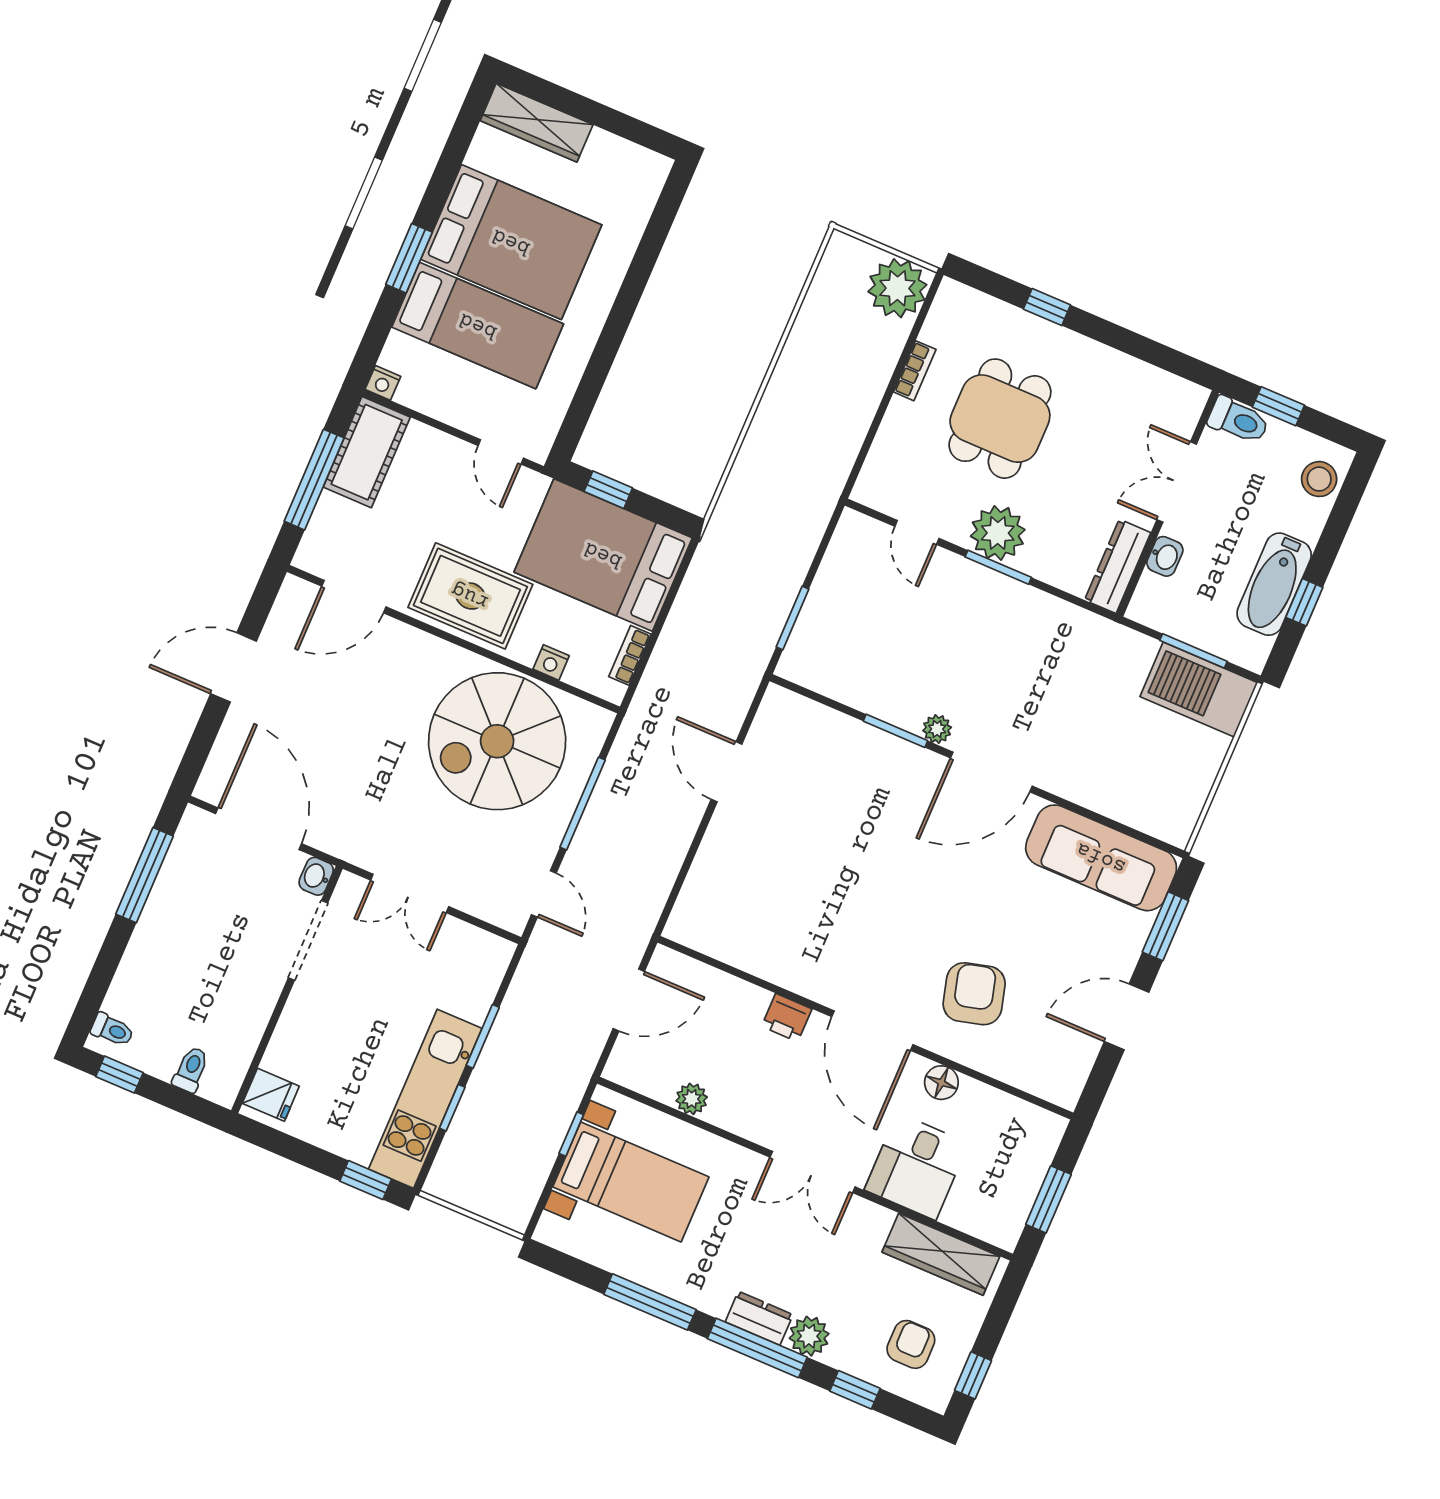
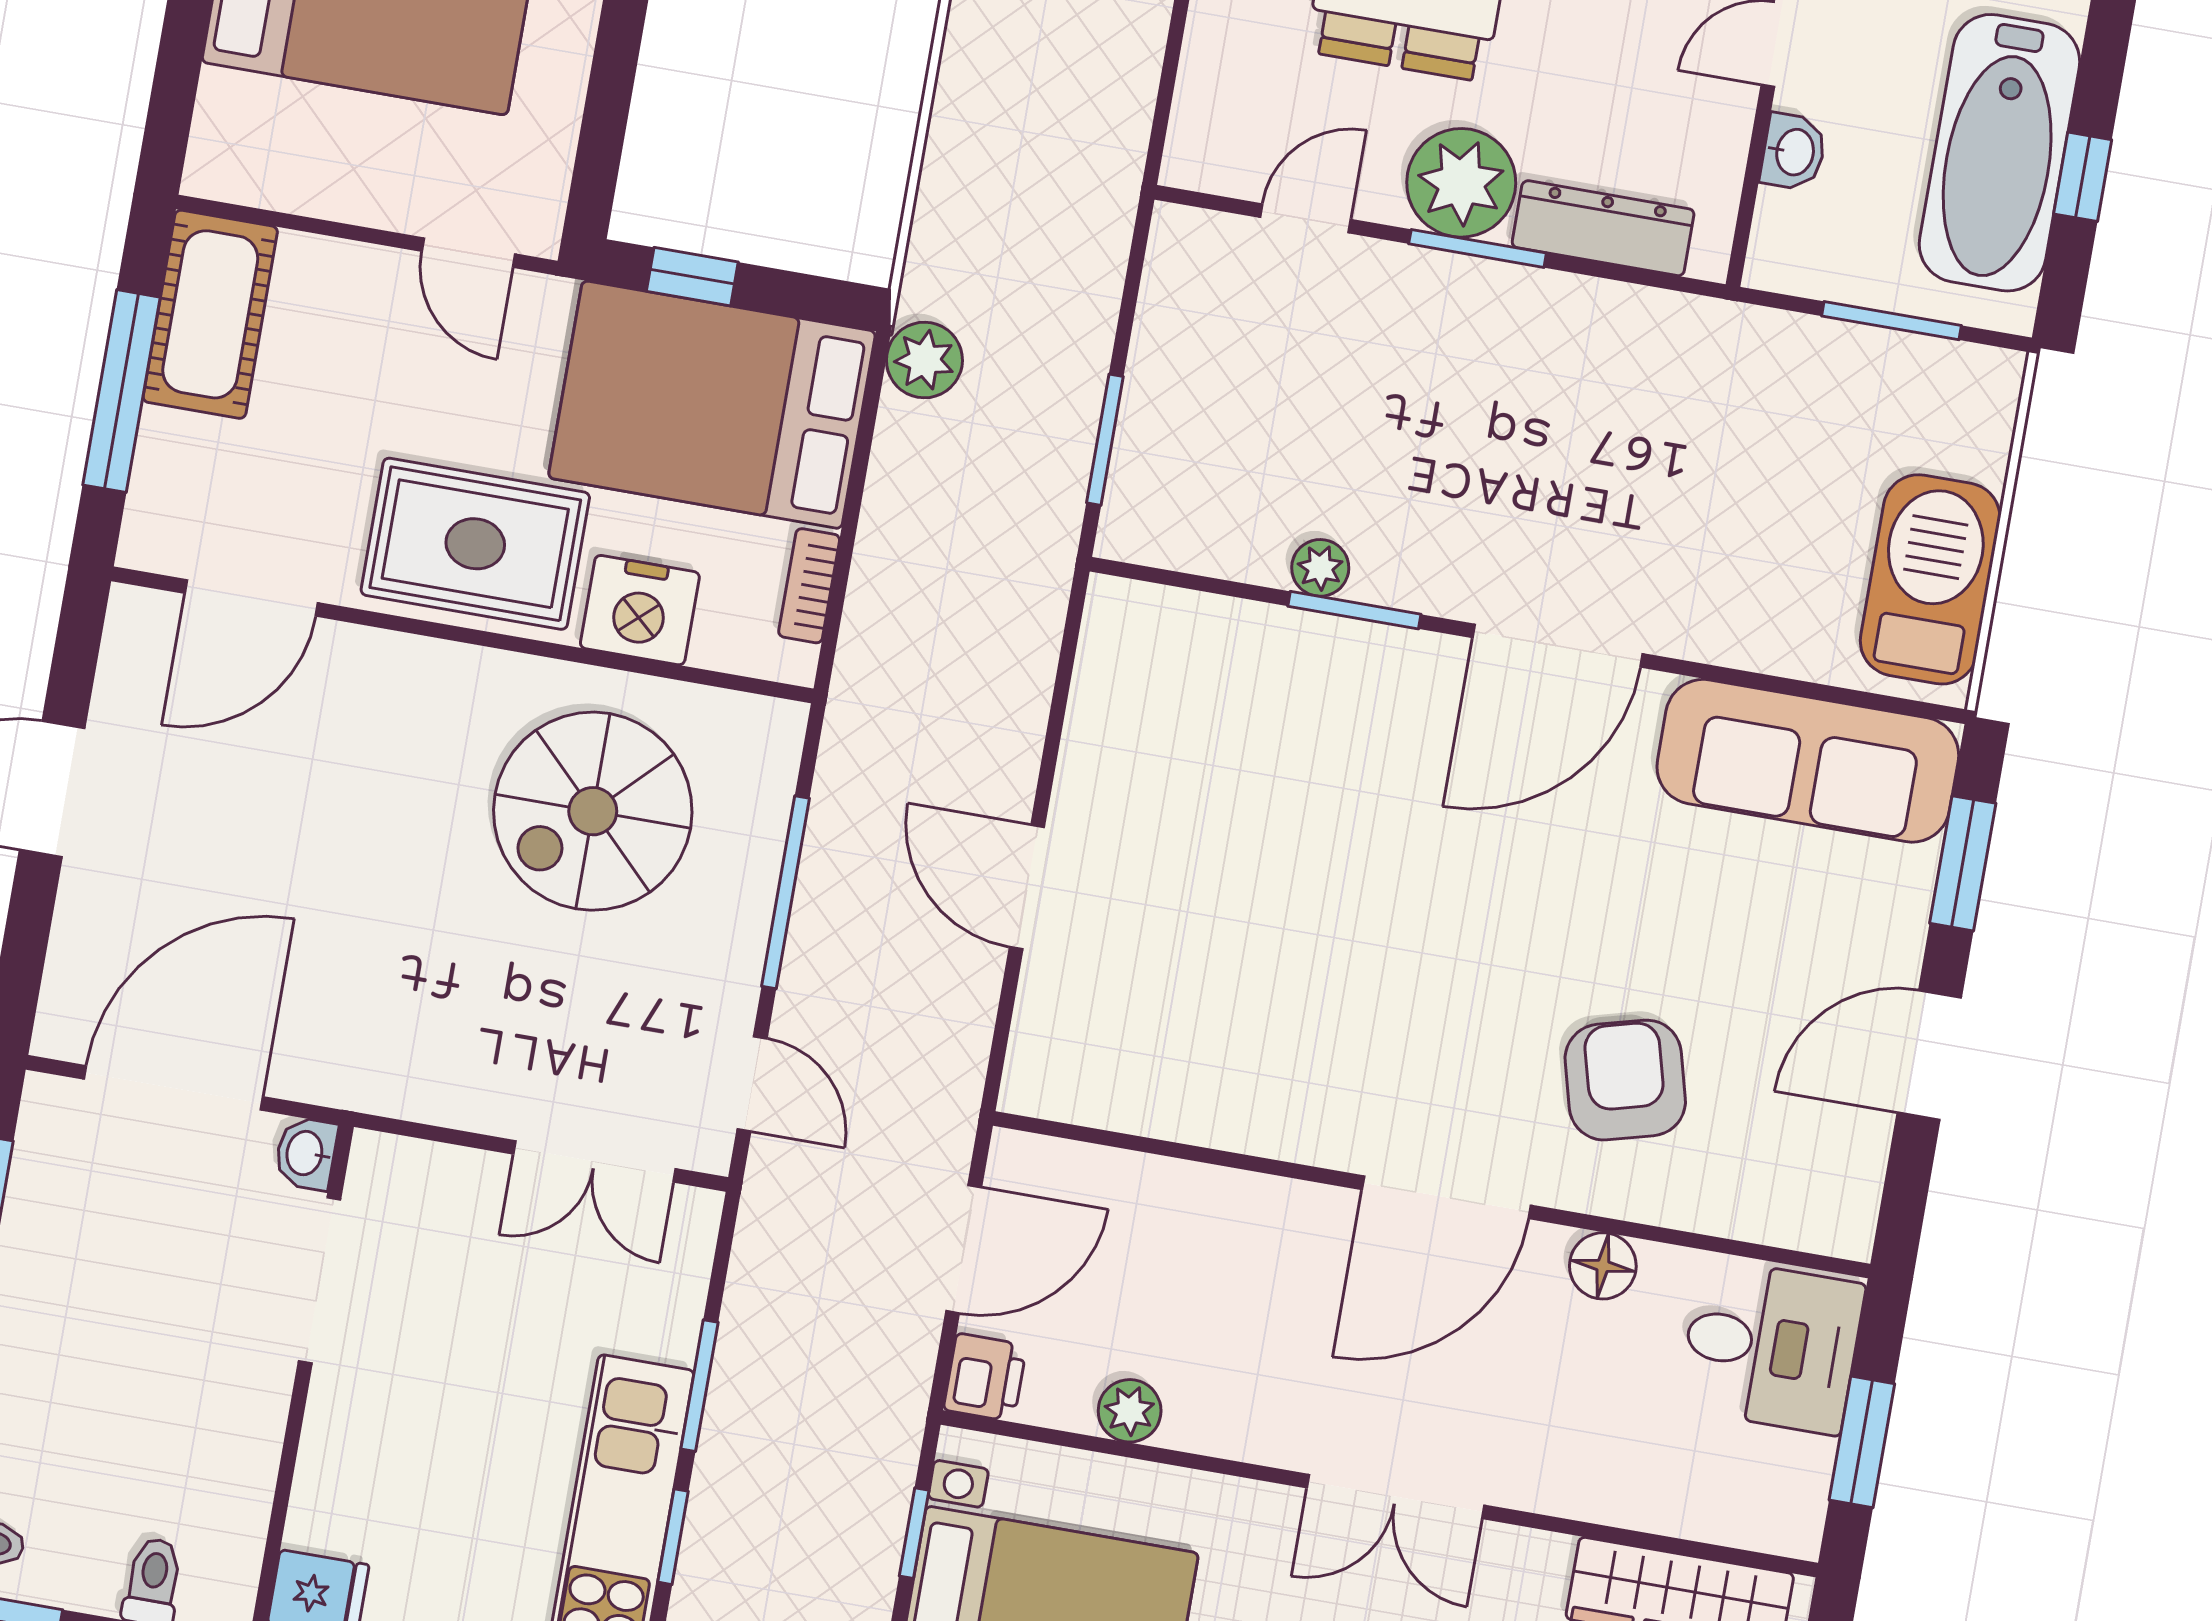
nightstand: (383, 383) -> (210, 174), removed
door: (917, 532) -> (1305, 218), swing flipped
plant: (713, 558) -> (924, 360), added
dresser: (1118, 566) -> (1603, 228), moved, turned 90
bathtub: (1274, 584) -> (1999, 153), width x1.36, depth x1.36
nightstand: (551, 662) -> (640, 610), width x1.89, depth x1.79
barbecue: (1199, 690) -> (1930, 579), moved, turned 90
plant: (937, 729) -> (1320, 568), moved
spiral stairs: (497, 741) -> (593, 811), width x0.73, depth x0.73
door: (727, 772) -> (1027, 887), moved
door: (259, 829) -> (173, 1088), hinge flipped
double door: (410, 893) -> (594, 1161), moved
printer: (787, 1018) -> (985, 1377), moved, turned -90
door: (872, 1031) -> (1446, 1197), hinge flipped
desk: (916, 1166) -> (1771, 1346), moved, turned -90

